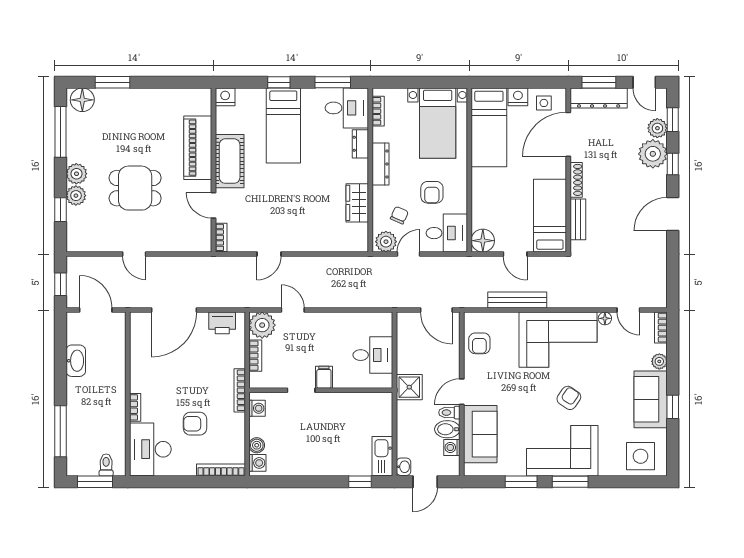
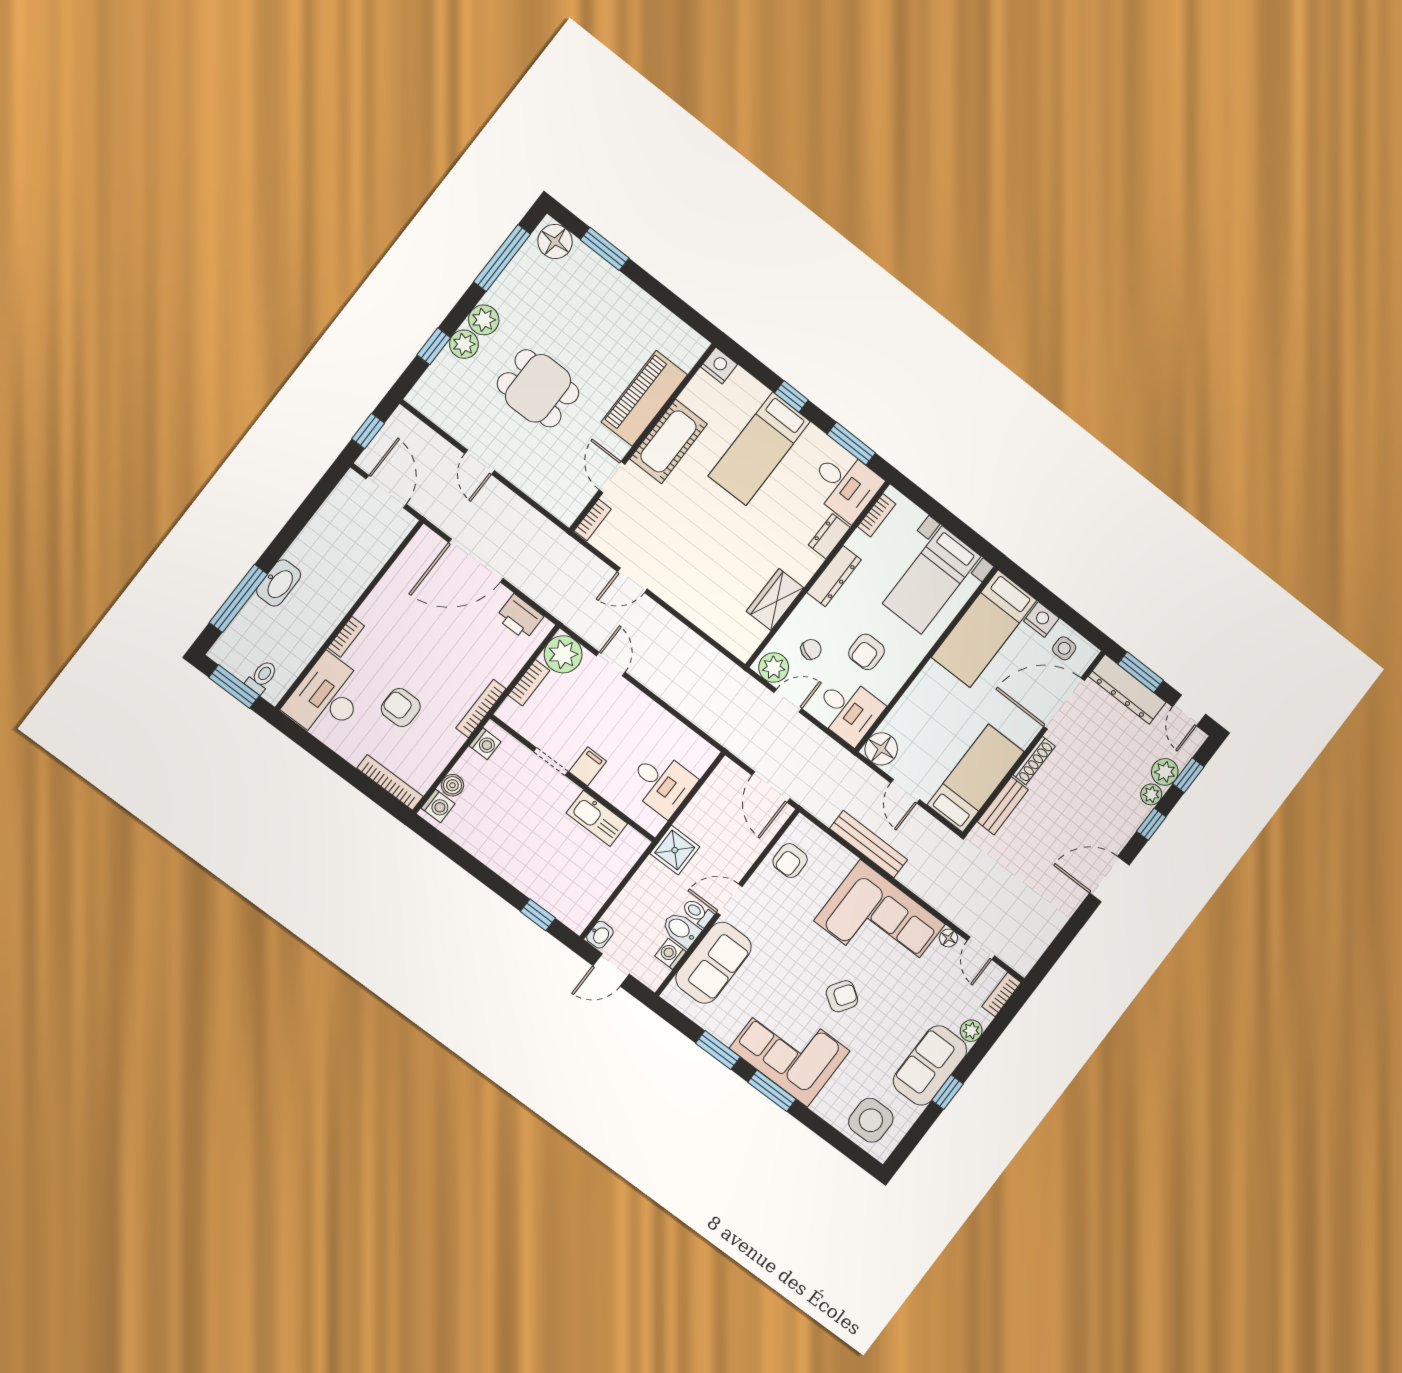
plant: (653, 154) -> (1151, 794), width x0.53, depth x0.53
washbasin: (76, 361) -> (279, 583), moved
kitchen sink: (382, 456) -> (597, 818), moved, turned -90

